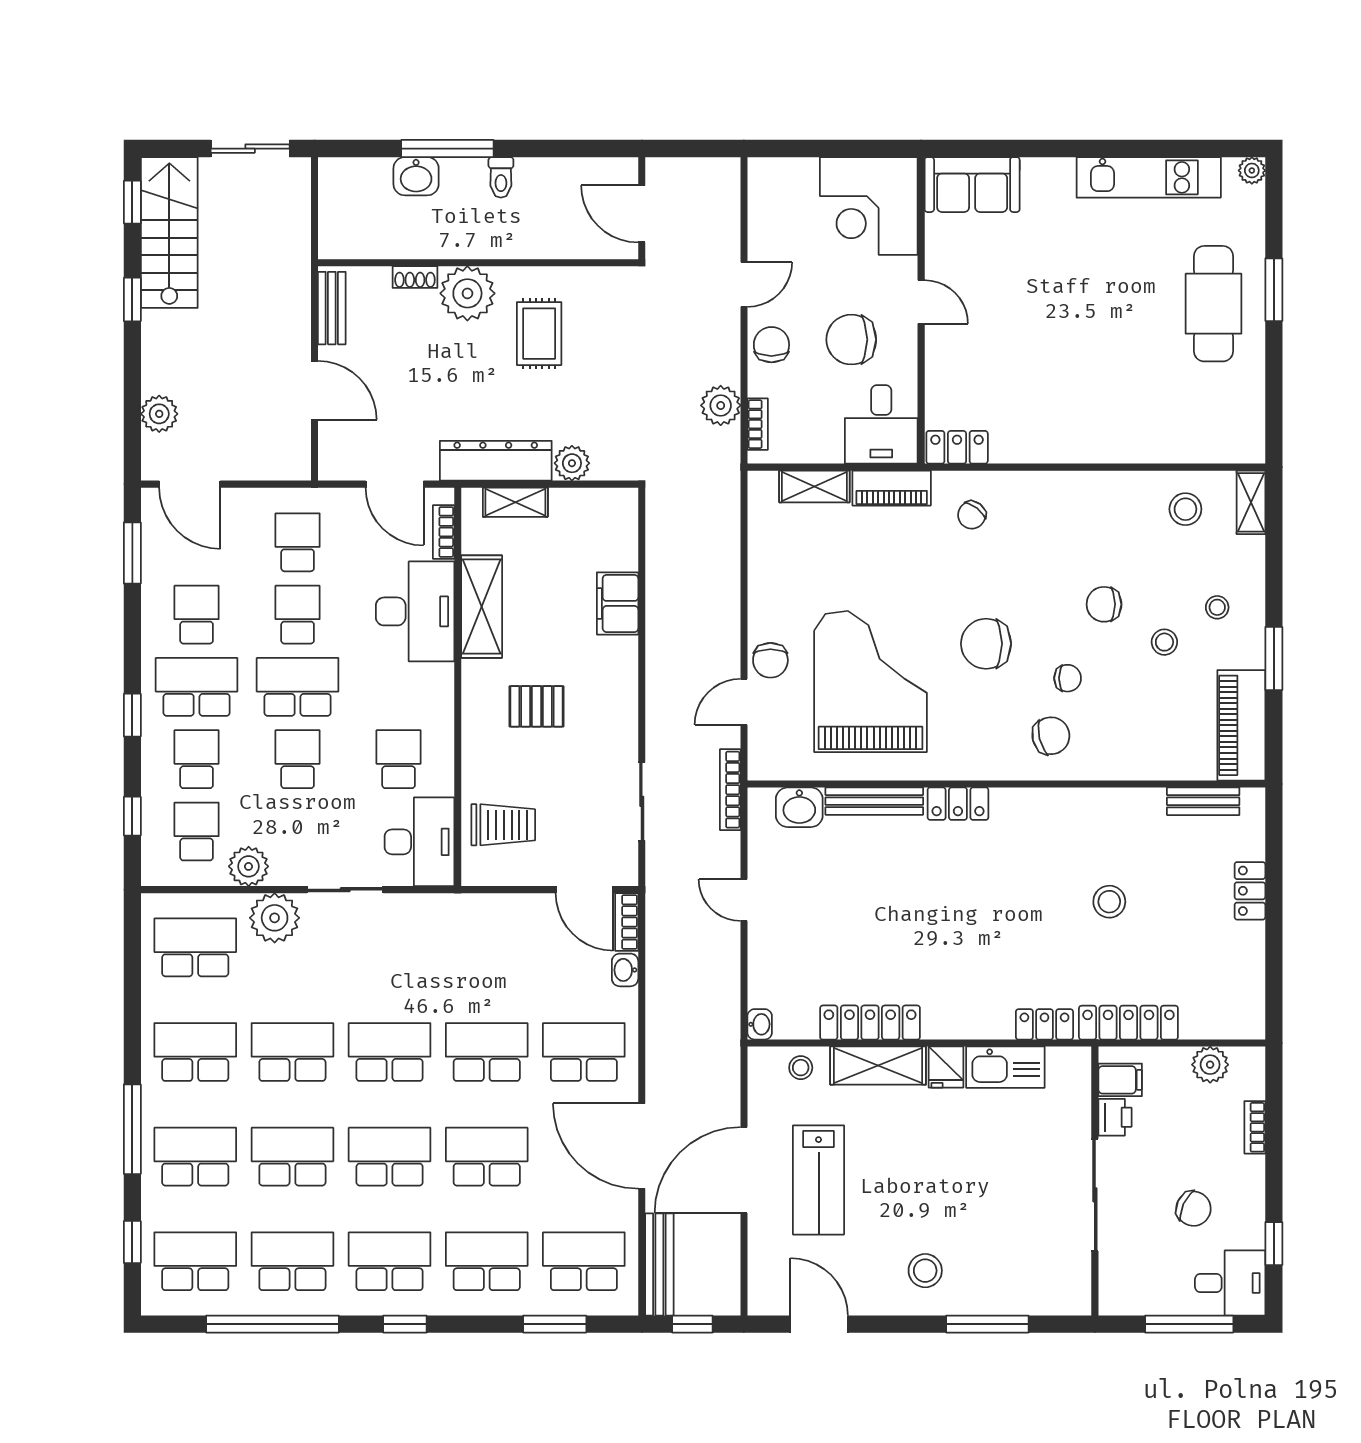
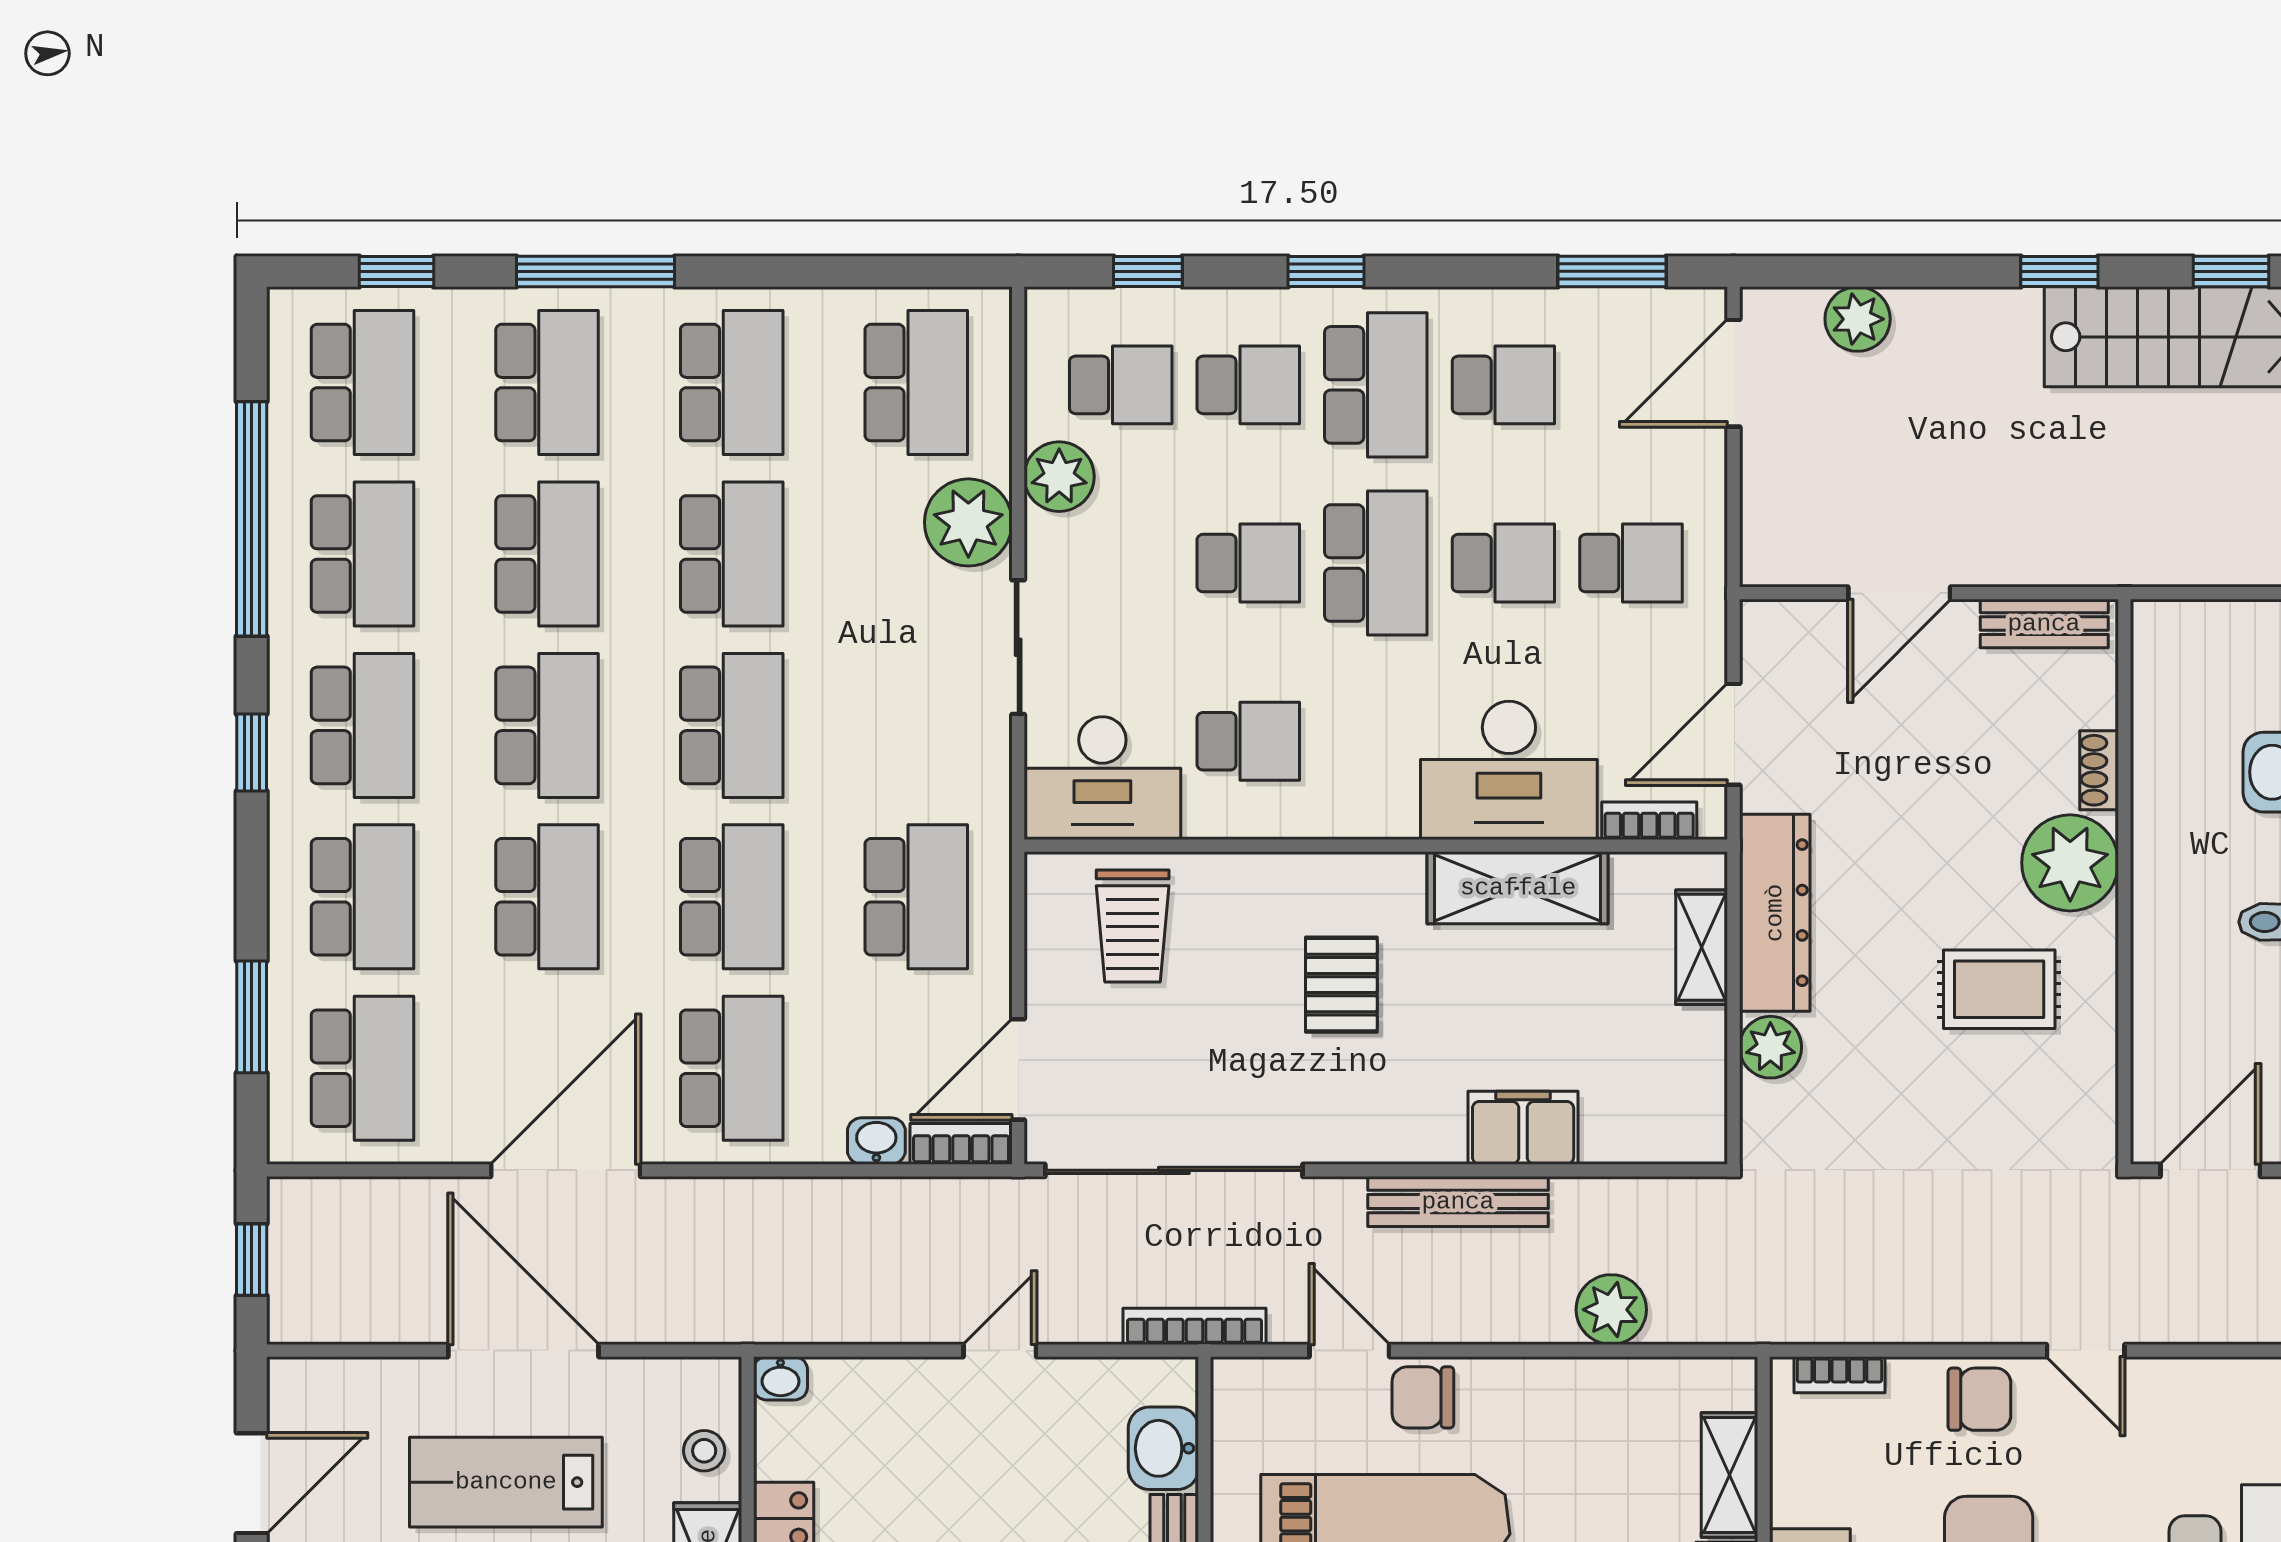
plant: (721, 405) -> (1611, 1310), moved
sliding door: (642, 801) -> (1174, 1170), width x1.86
school desk: (487, 947) -> (916, 897), added
bench: (659, 1265) -> (1458, 1202), moved

